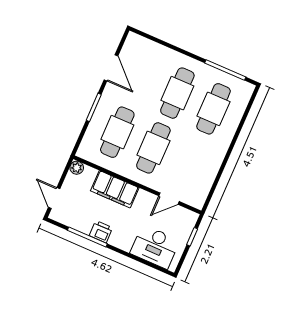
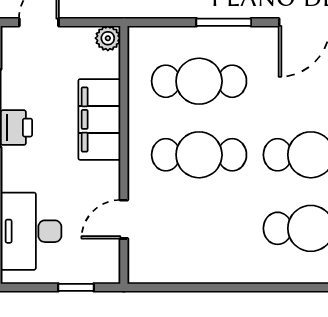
door: (169, 199) -> (124, 219), hinge flipped

